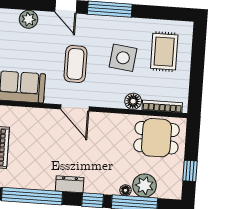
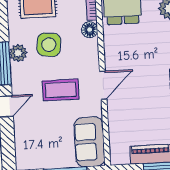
plant: (29, 19) -> (18, 53), moved

